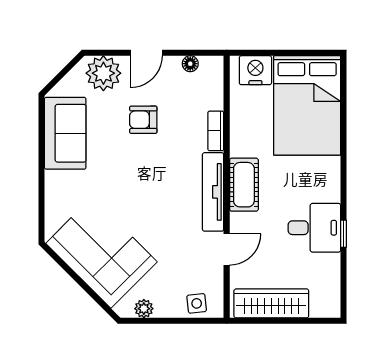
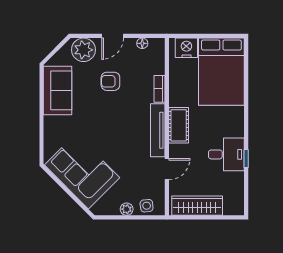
plant: (144, 309) -> (127, 209), moved

